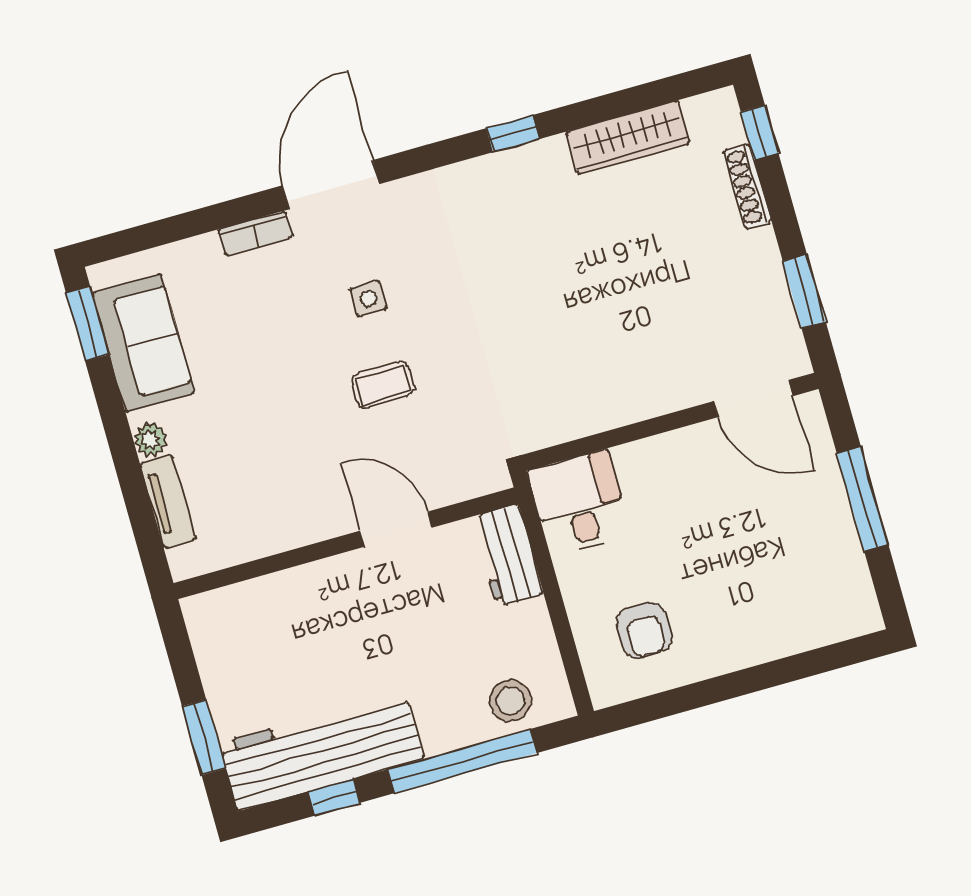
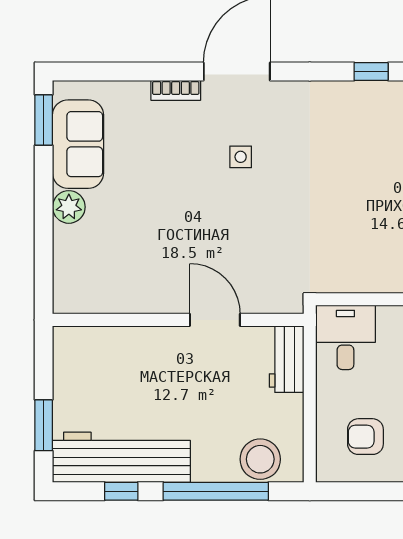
coffee table: (383, 385) -> (234, 218), removed
plant: (150, 440) -> (69, 207), width x1.38, depth x1.38
tv unit: (168, 501) -> (64, 257), removed
armchair: (644, 630) -> (365, 437), turned 90
stool: (510, 701) -> (260, 459), width x1.38, depth x1.38

